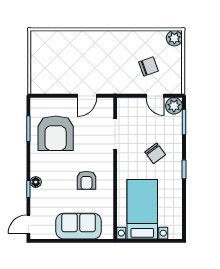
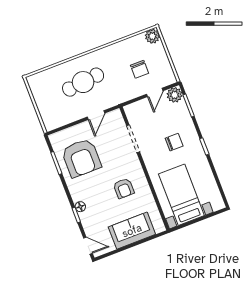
cafe table: (87, 58) -> (83, 82), added
chair: (149, 66) -> (139, 69), turned 110
door: (155, 96) -> (155, 92), hinge flipped
chair: (155, 153) -> (174, 142), turned -53
door: (28, 224) -> (88, 246), swing flipped

